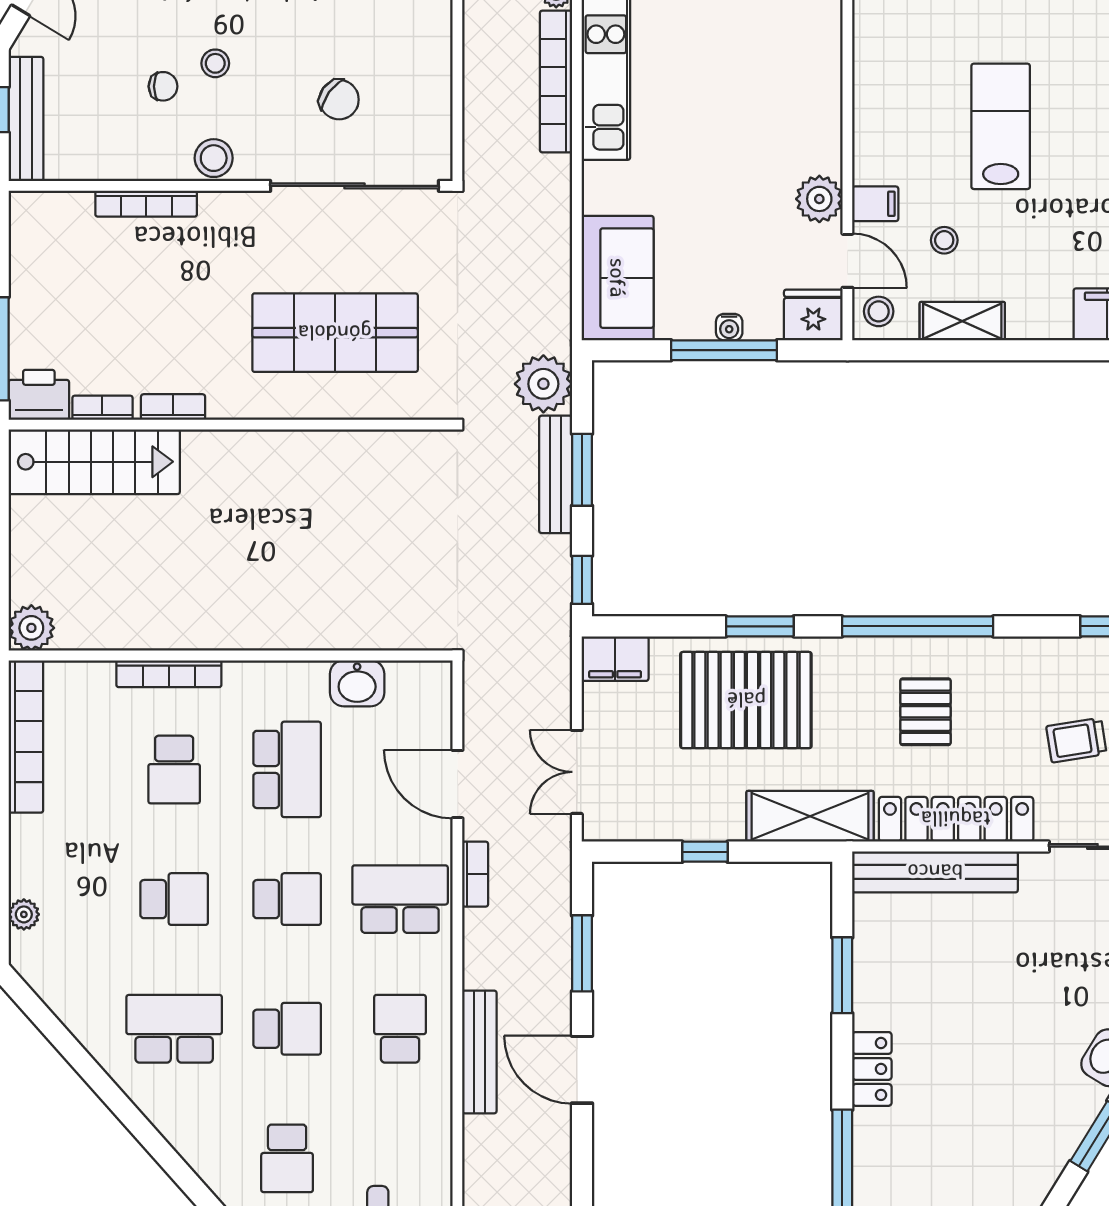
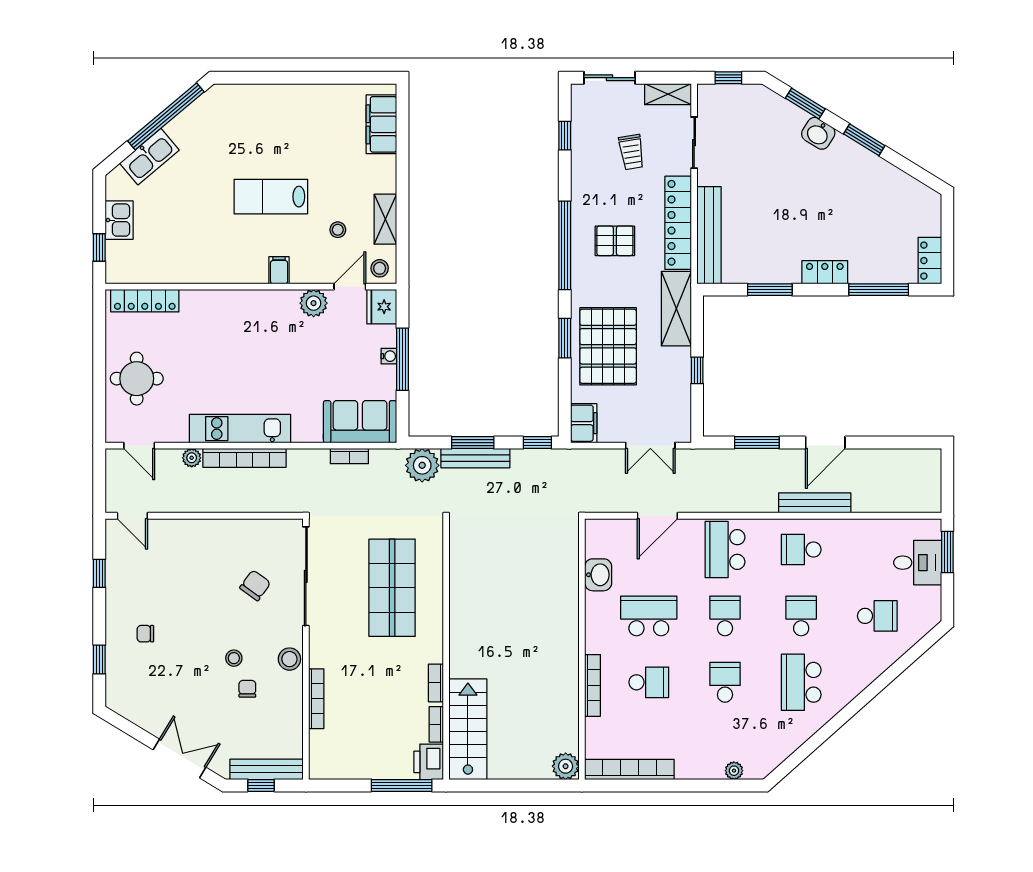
filing cabinet: (875, 204) -> (279, 270), moved
bookcase: (475, 874) -> (349, 456), moved, turned 180

